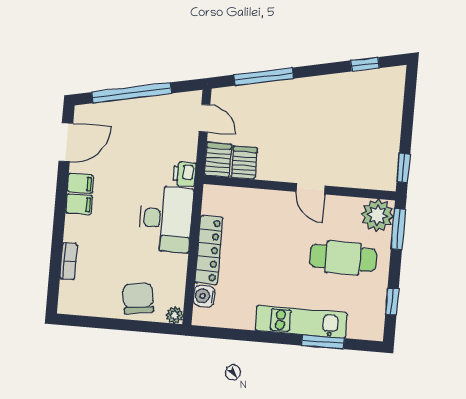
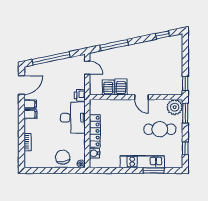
server rack: (218, 160) -> (121, 87), moved

